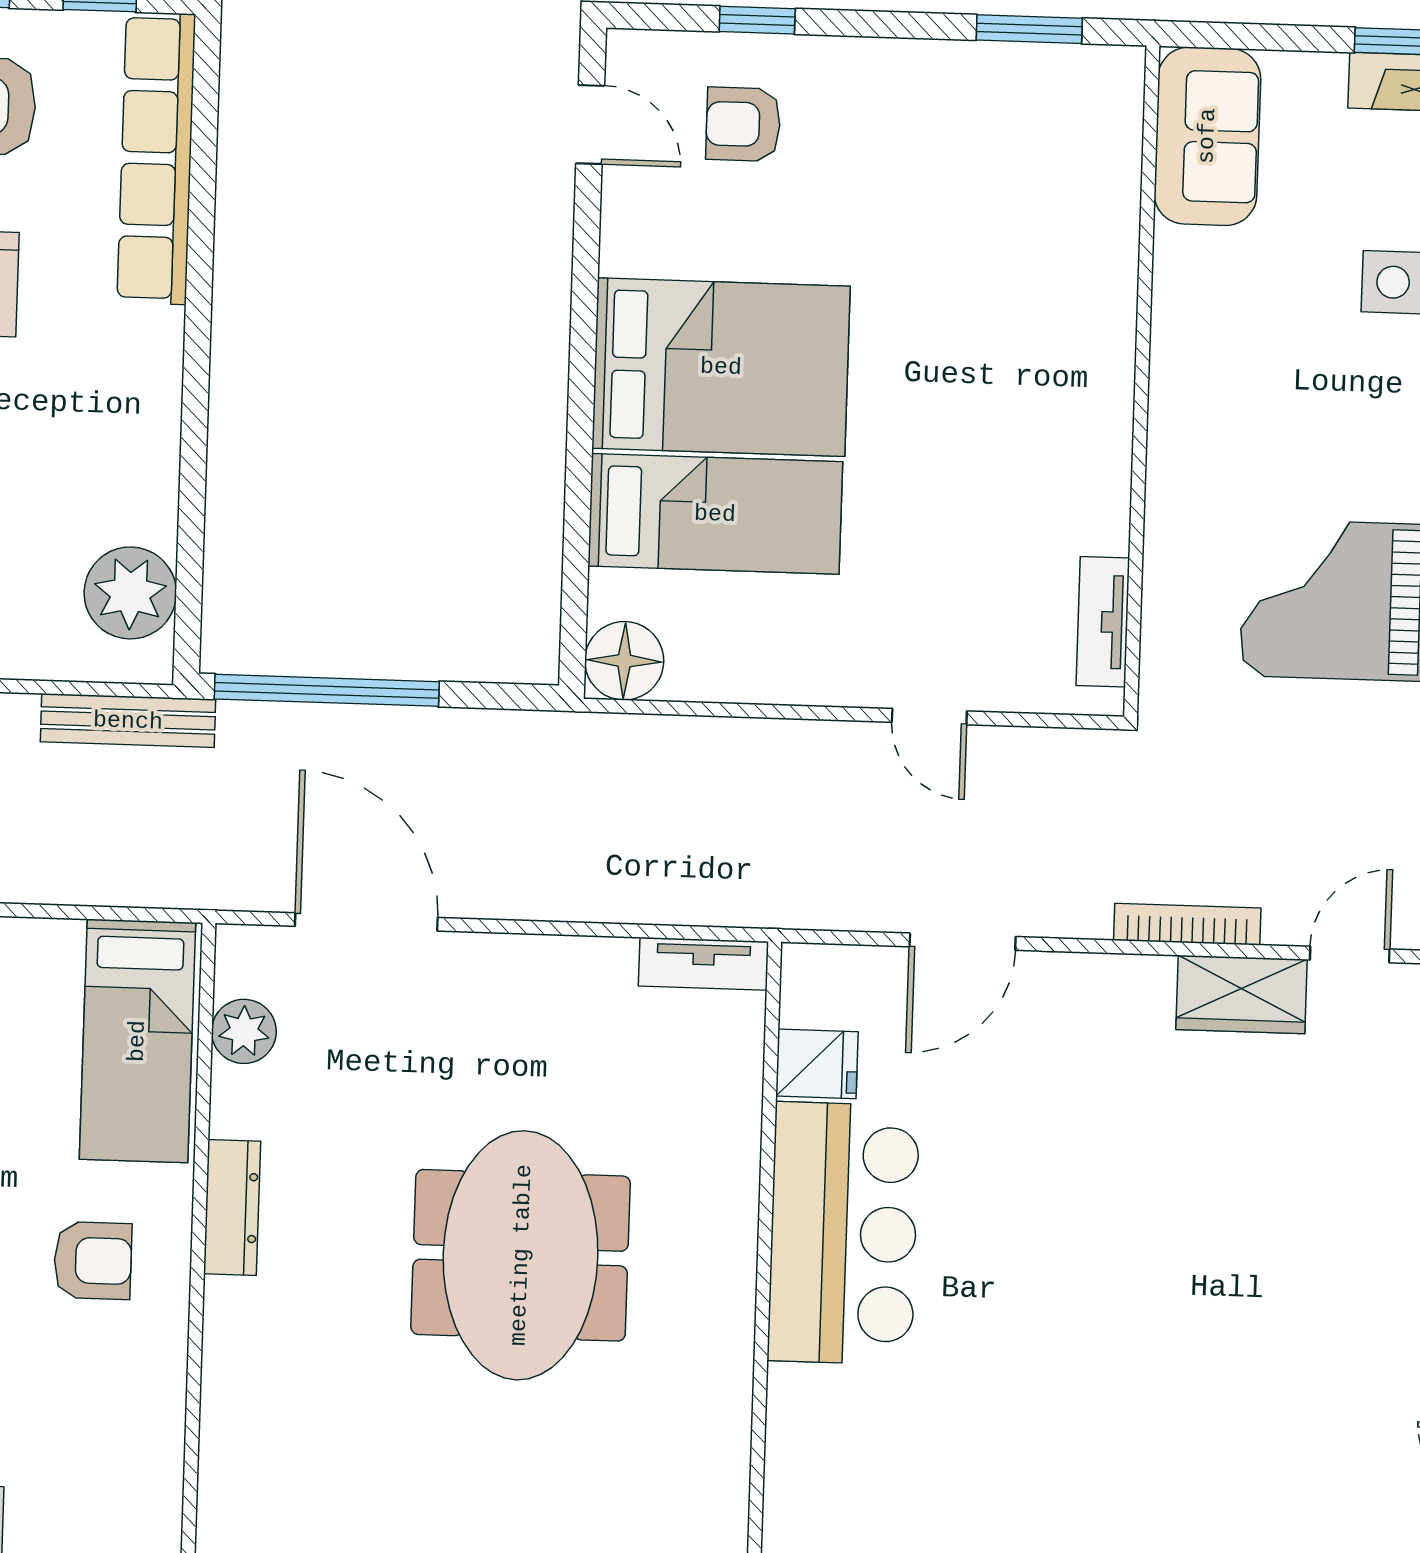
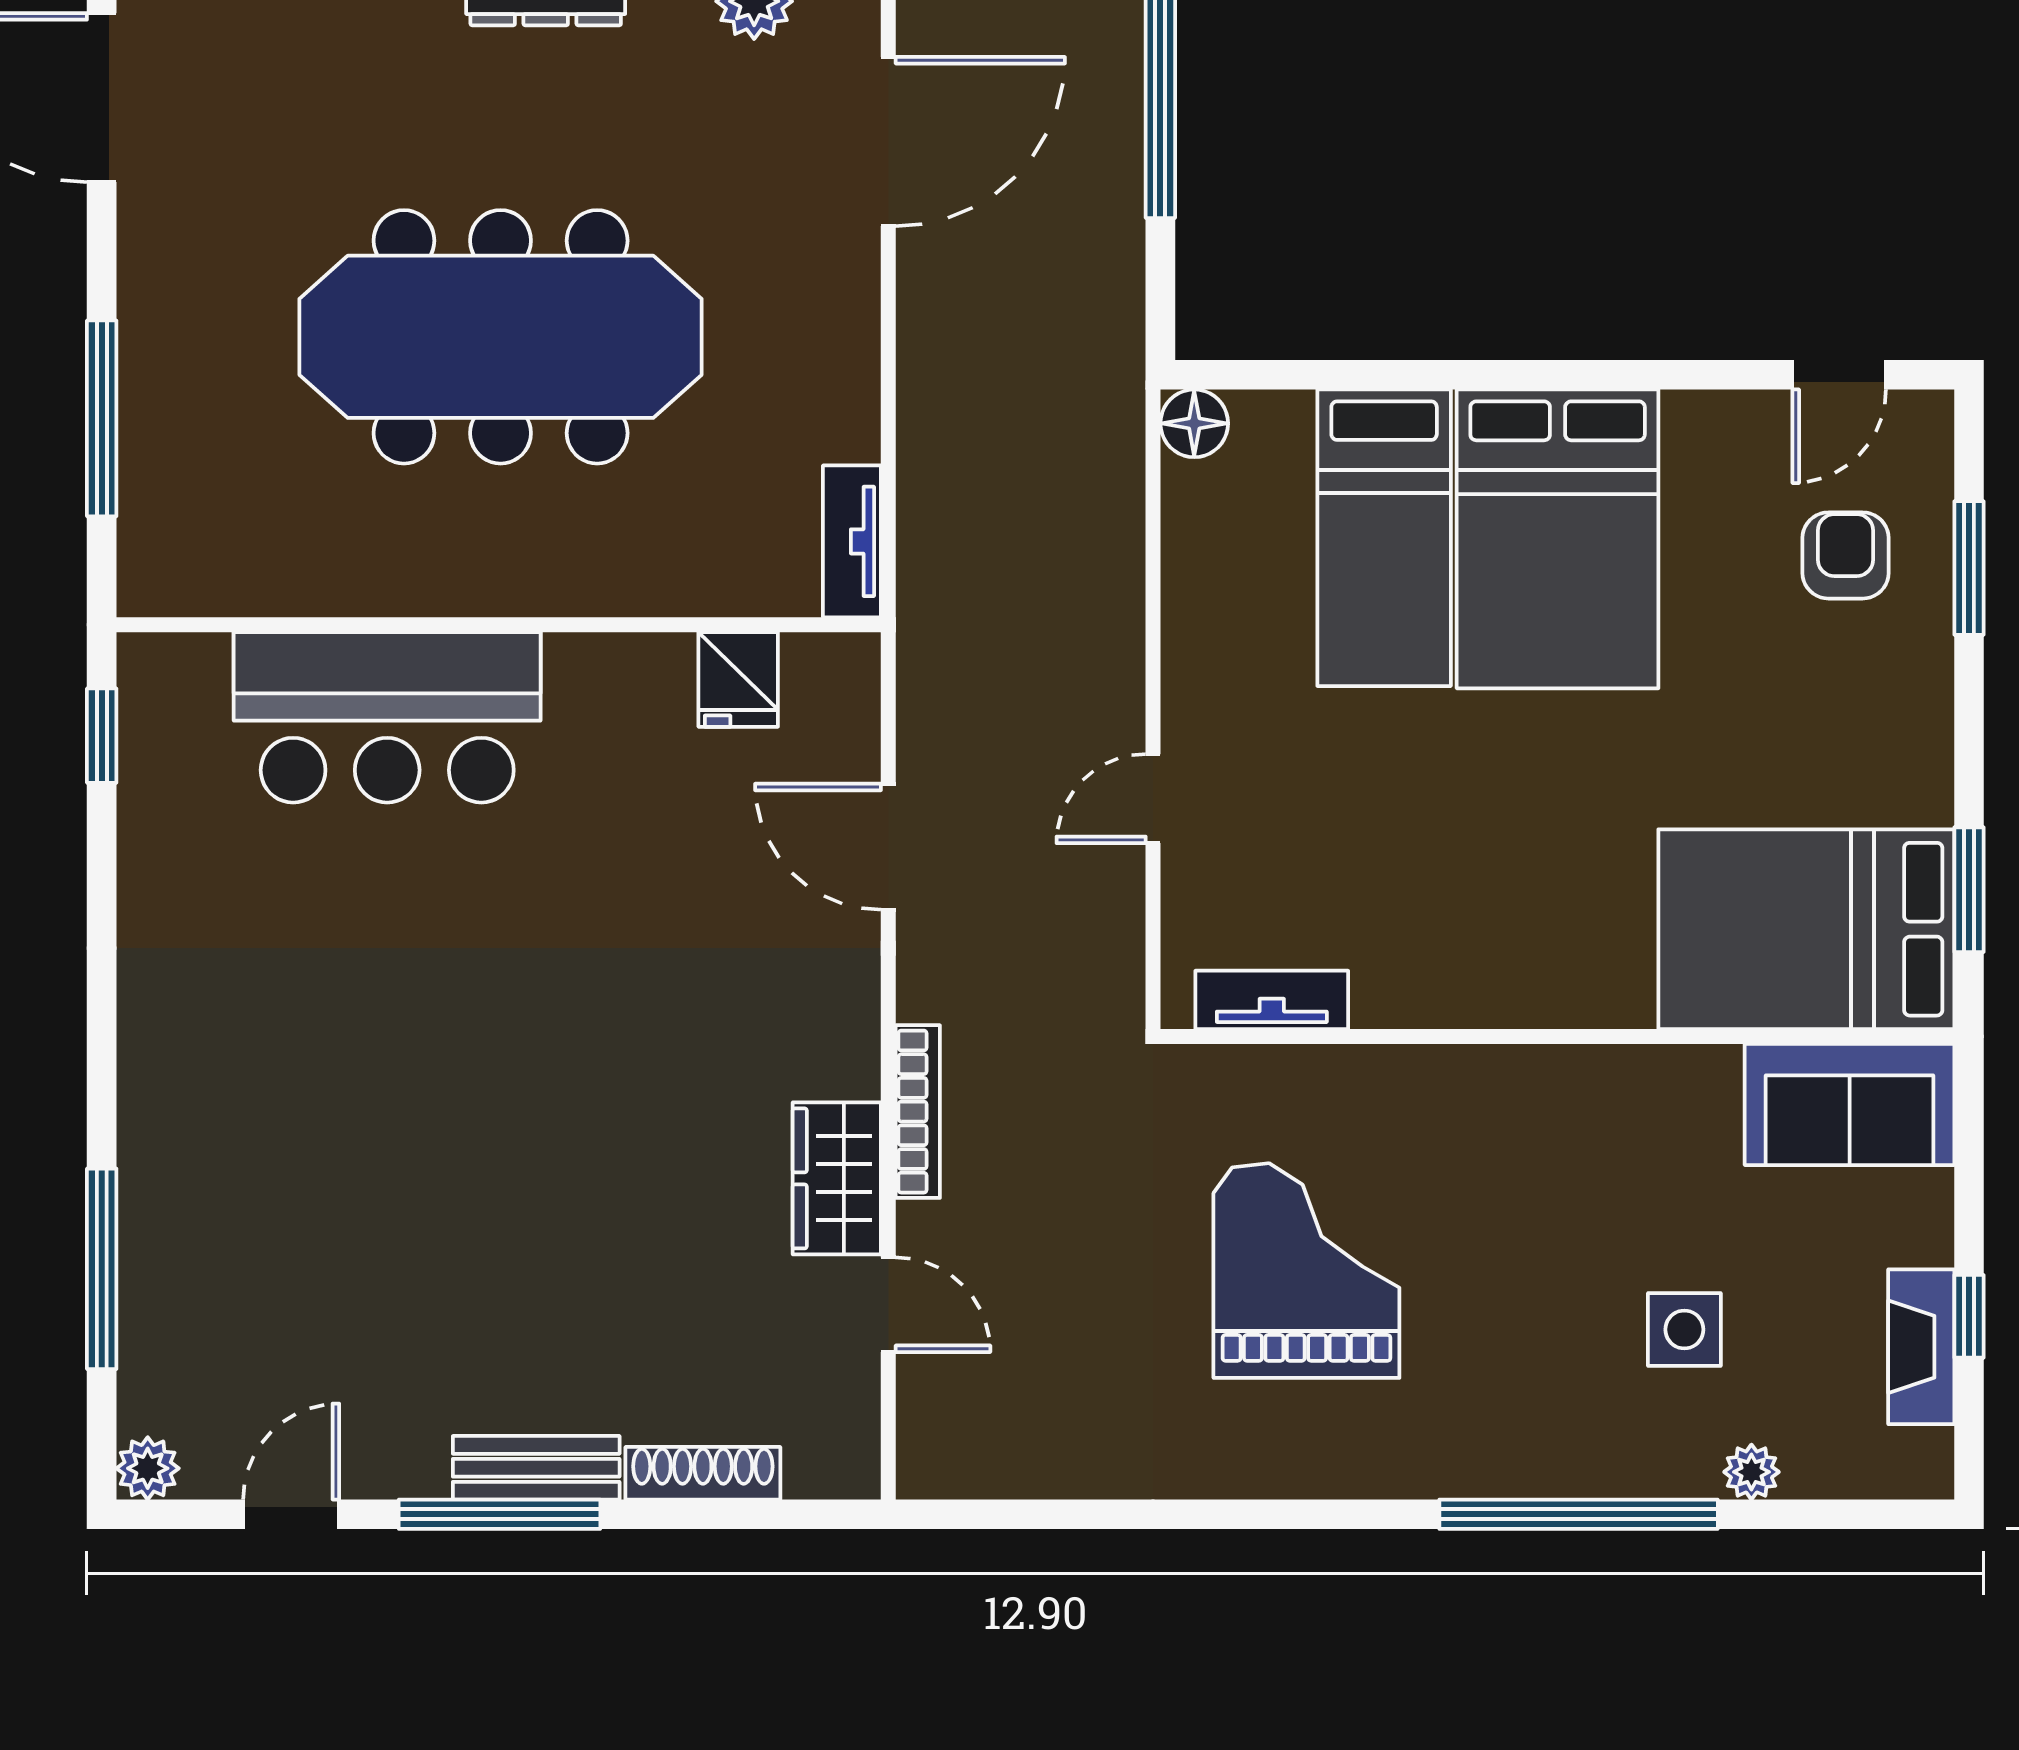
window: (757, 20) -> (1969, 568), width x1.50
bed: (1058, 168) -> (1806, 929), added
floor lamp: (624, 661) -> (1194, 423), width x0.73, depth x0.73
bar counter: (843, 1233) -> (387, 717), moved
meeting table: (521, 1255) -> (501, 337), width x1.36

